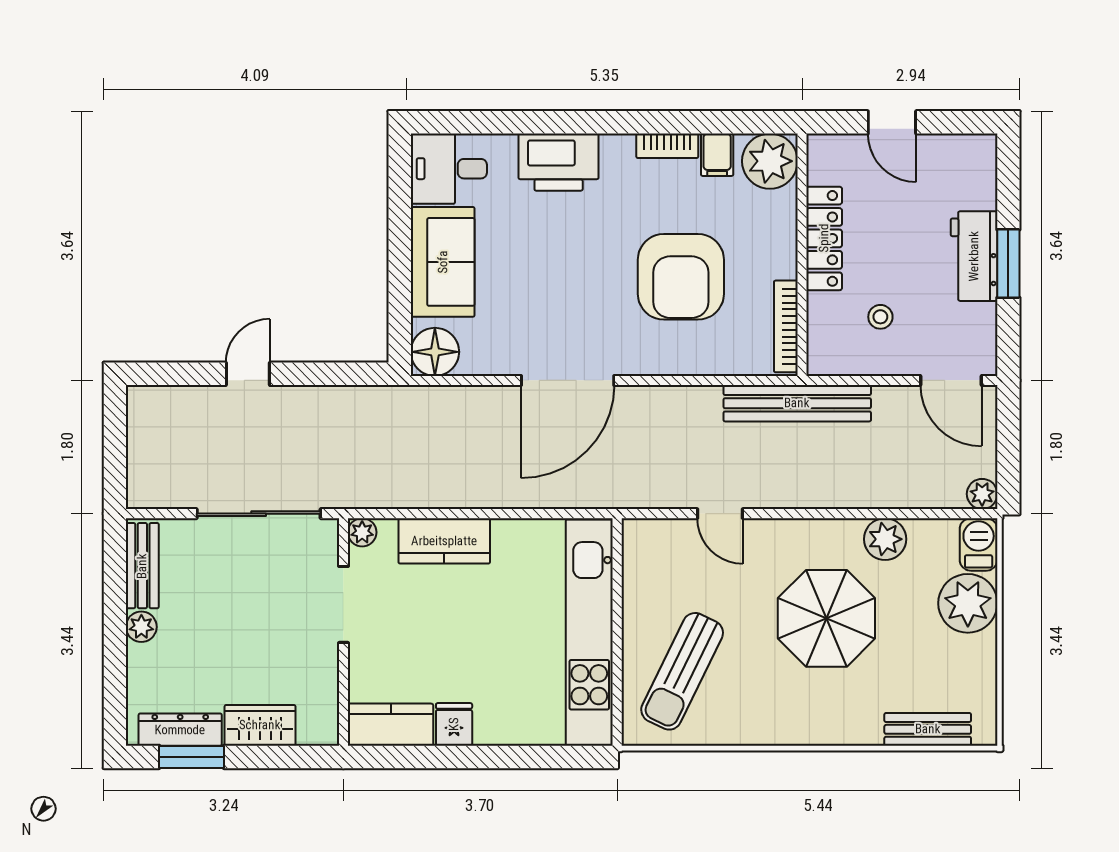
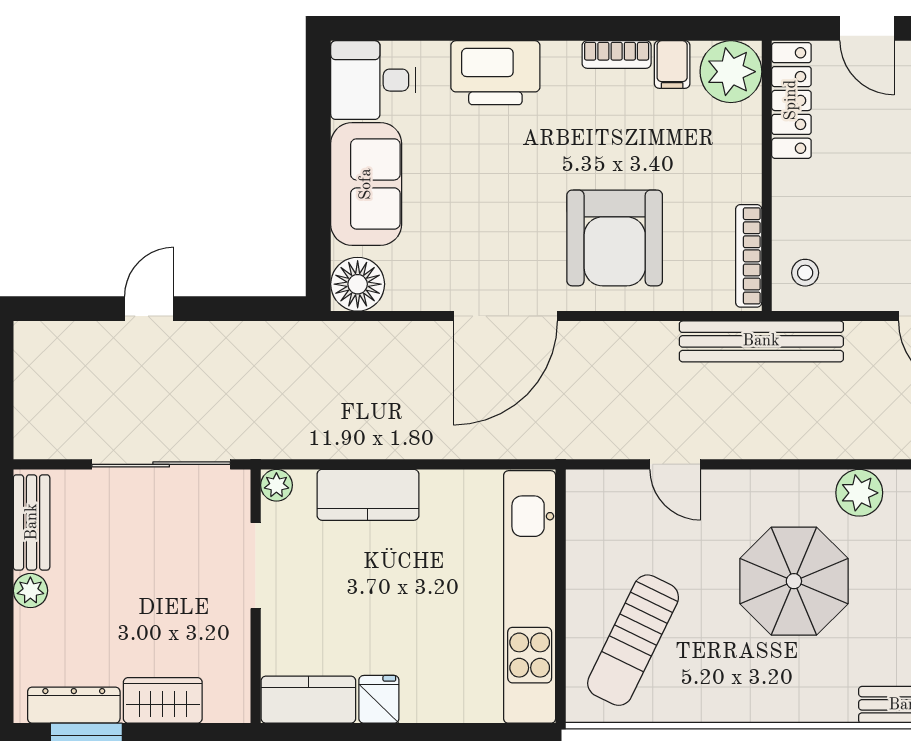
locker: (824, 238) -> (791, 100), moved
armchair: (681, 277) -> (615, 238), moved
stool: (880, 317) -> (805, 273), moved

